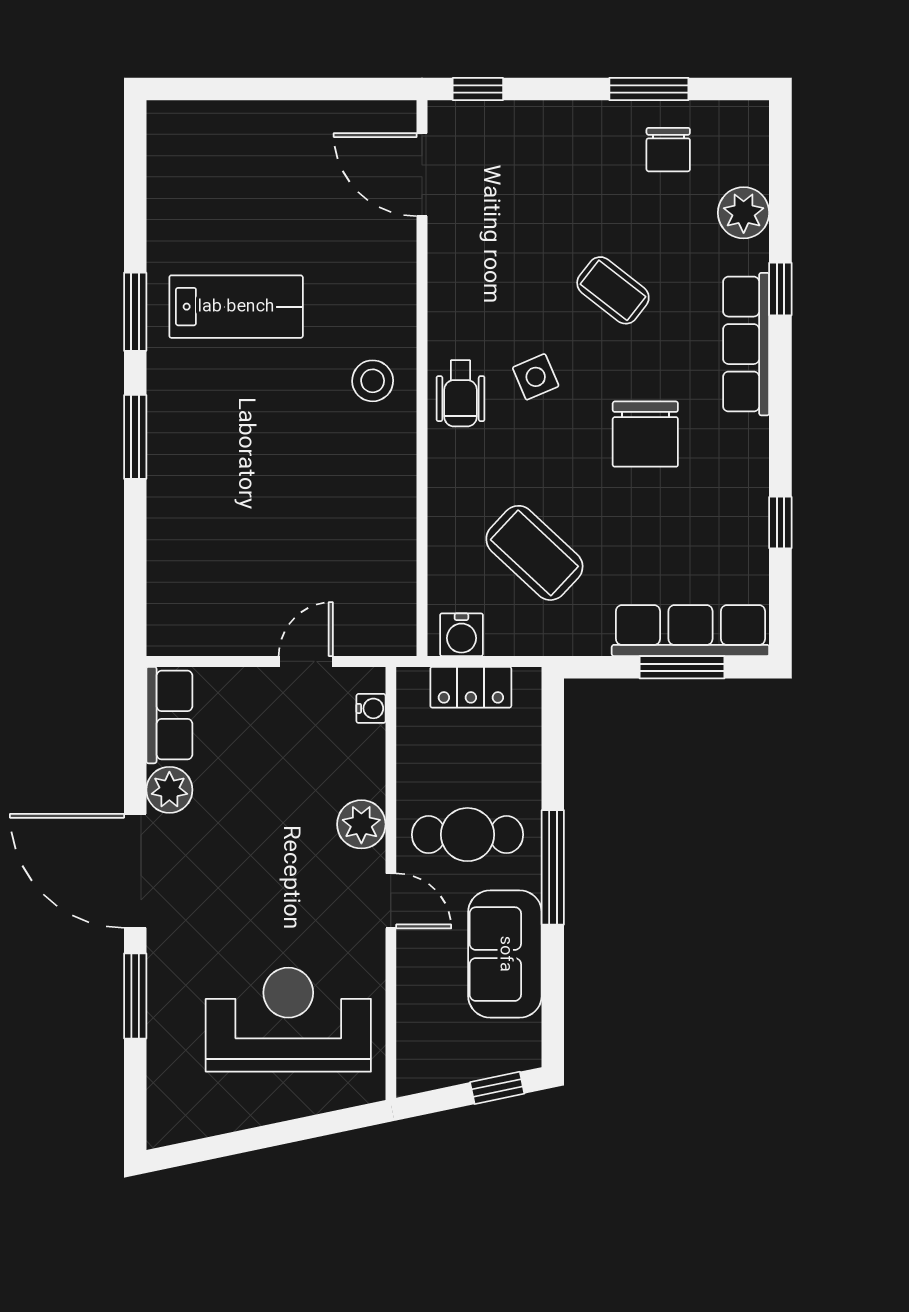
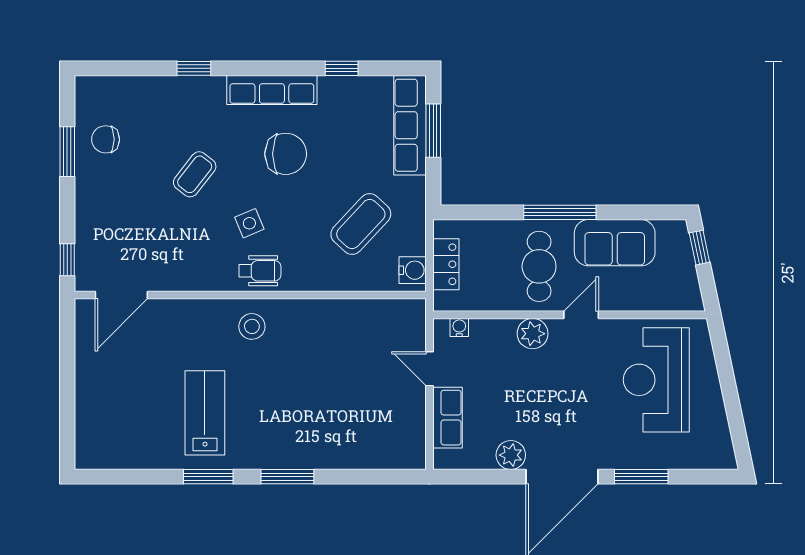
chair: (668, 150) -> (106, 139), turned 180
plant: (744, 213) -> (146, 92), removed
row of seats: (746, 344) -> (272, 90), moved
row of seats: (169, 715) -> (448, 418), moved, turned 90

